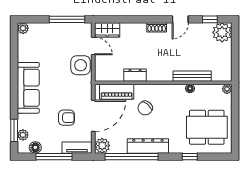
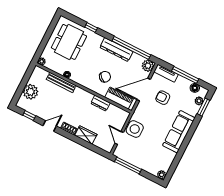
wardrobe: (107, 30) -> (86, 135), moved
plant: (222, 32) -> (31, 92), moved
dining table: (207, 127) -> (69, 42), turned 90

